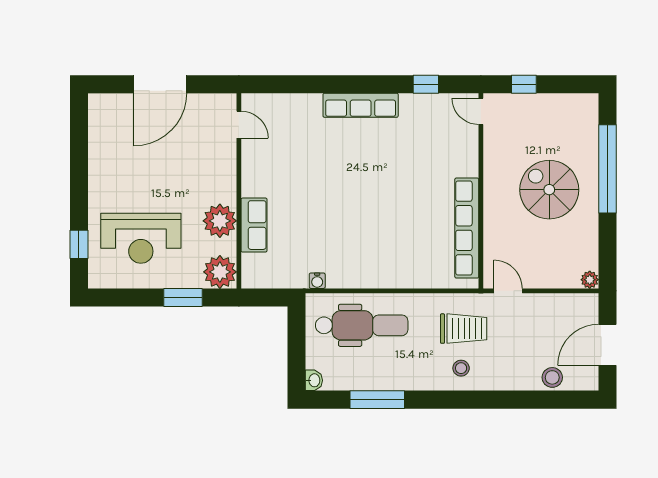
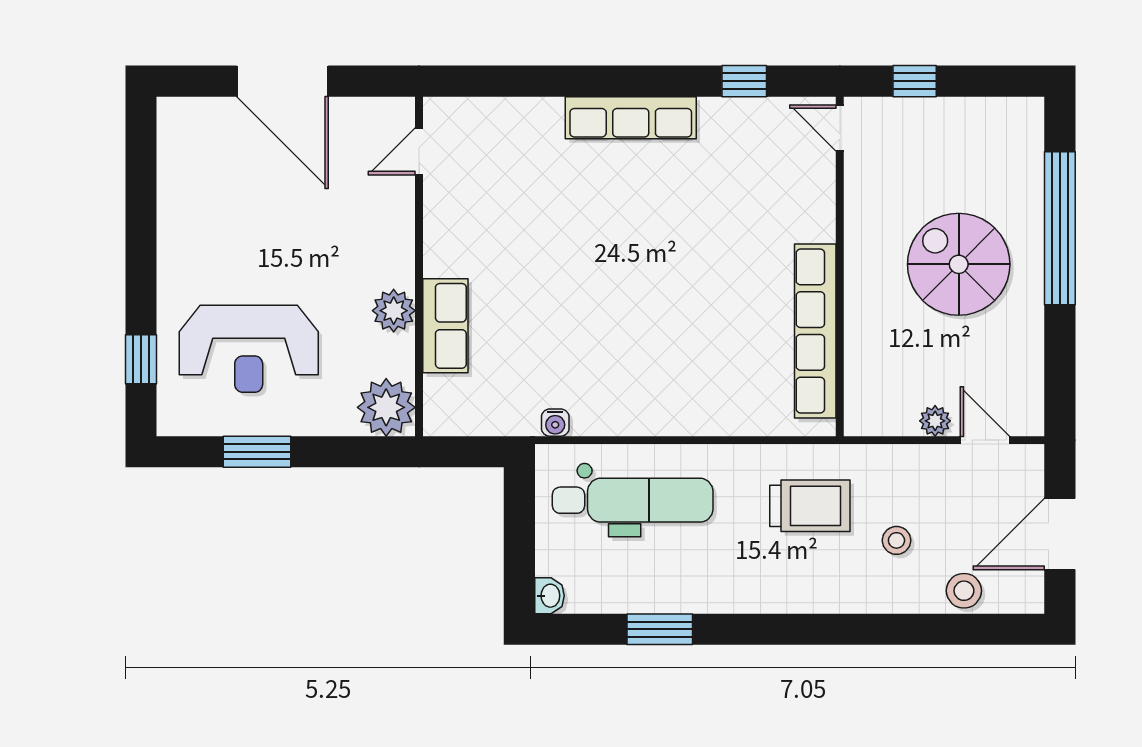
door: (160, 84) -> (282, 81), hinge flipped
door: (239, 125) -> (419, 151), swing flipped
plant: (220, 221) -> (394, 311), width x0.73, depth x0.73
plant: (590, 280) -> (935, 421), moved
door: (508, 291) -> (985, 440), moved
window: (183, 297) -> (257, 452), moved
stool: (461, 368) -> (896, 540), moved
window: (377, 400) -> (660, 629), width x0.69

